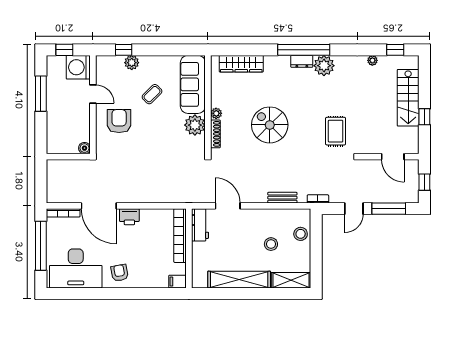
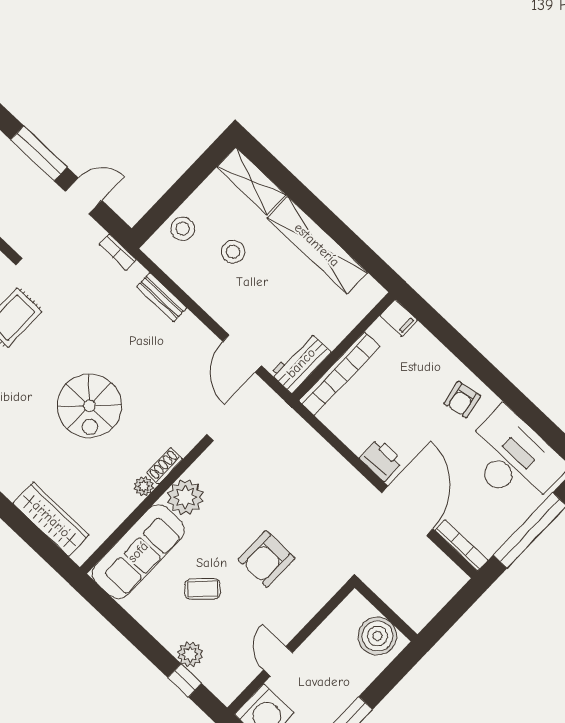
armchair: (119, 121) -> (267, 559), moved
shoe rack: (215, 134) -> (165, 466), width x0.70
boiler: (84, 148) -> (377, 636), moved, width x1.86, depth x1.86

